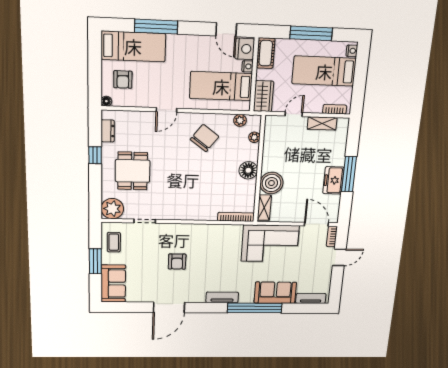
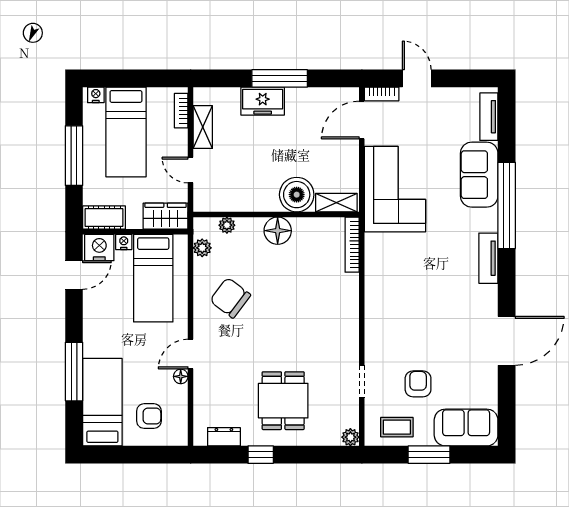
floor lamp: (106, 101) -> (181, 376), moved
door: (166, 110) -> (191, 354), swing flipped
dining table: (133, 171) -> (283, 401), turned 90
freezer: (333, 180) -> (263, 101), moved
plant: (112, 209) -> (350, 437), width x0.53, depth x0.53
armchair: (177, 262) -> (418, 384), moved, turned -90
door: (169, 307) -> (507, 341), hinge flipped

